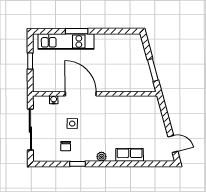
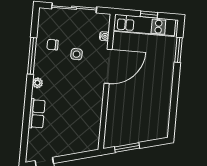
window: (77, 31) -> (179, 50), moved
kitchen unit: (66, 42) -> (144, 25), moved, turned -90
window: (77, 164) -> (32, 56), width x2.17

